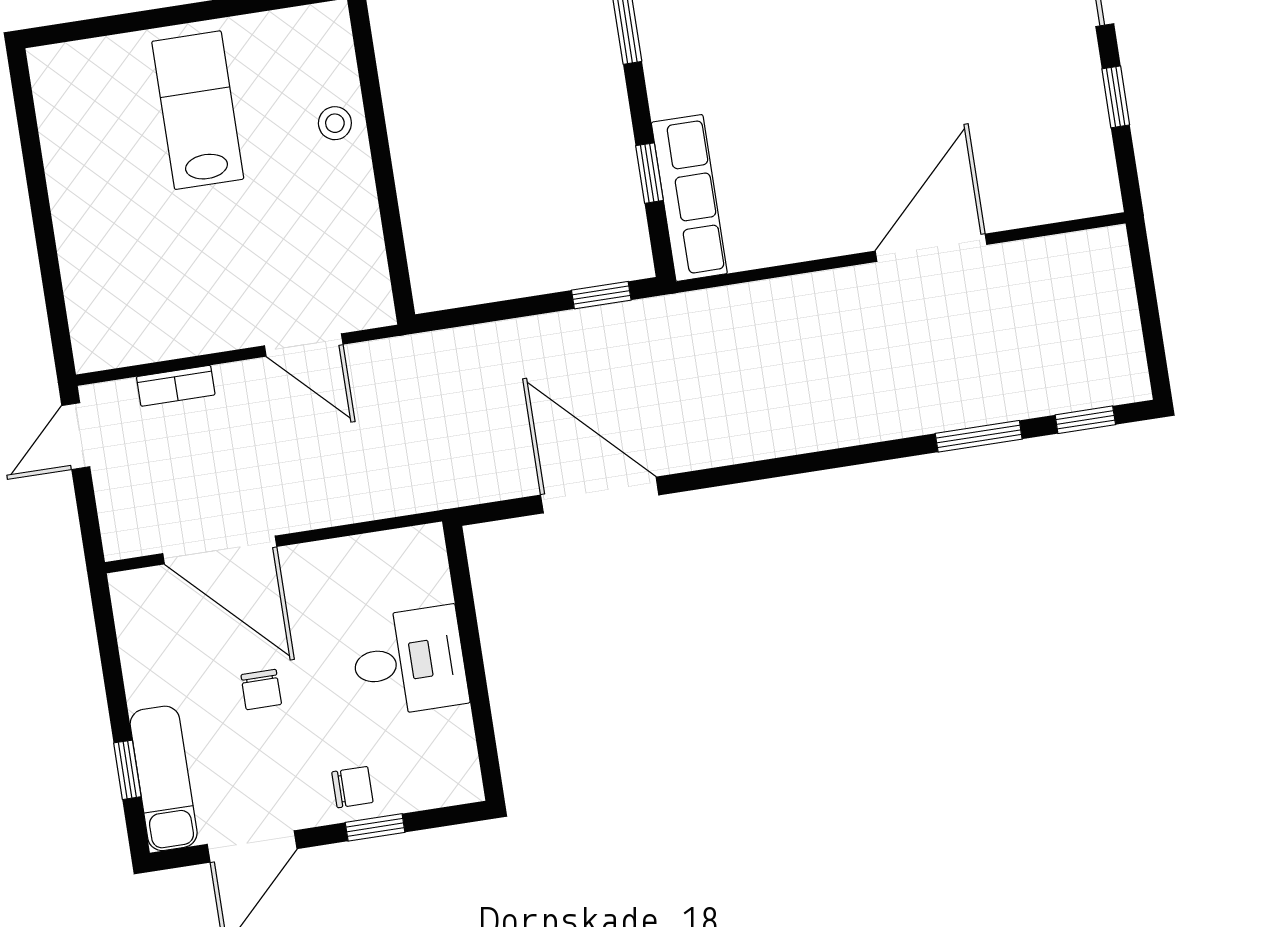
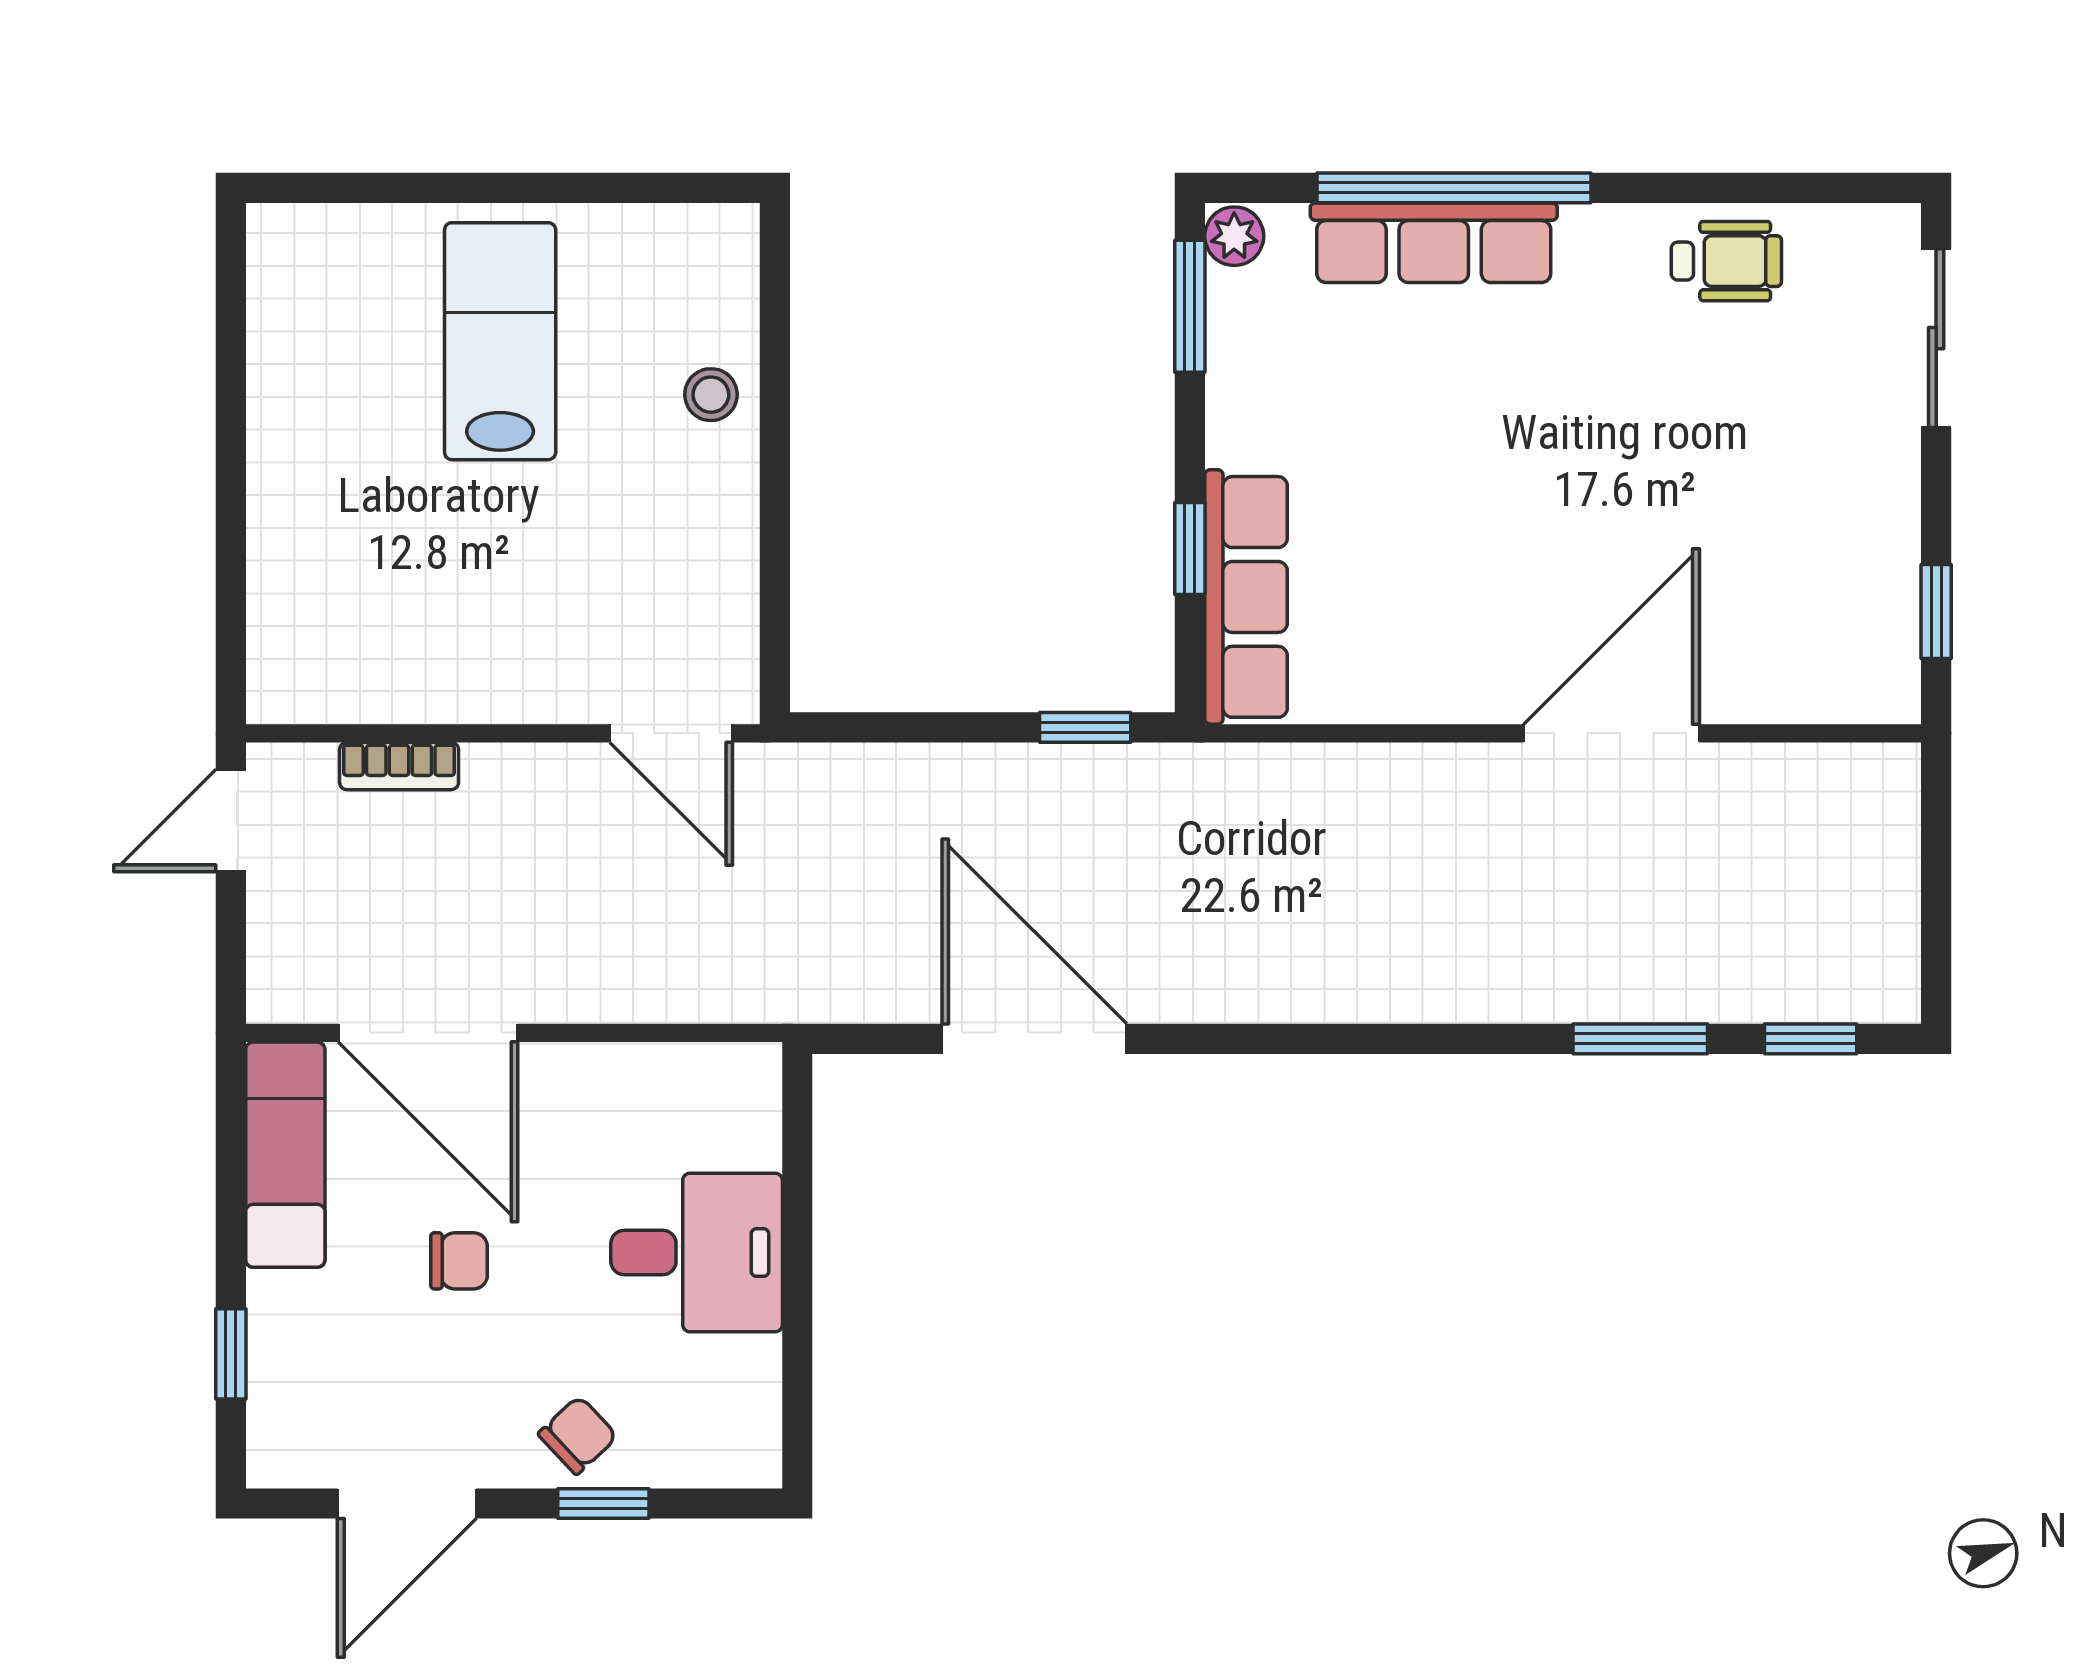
window: (1116, 97) -> (1936, 611), moved
door: (304, 345) -> (671, 733), moved
chair: (261, 690) -> (459, 1261), turned -90
exam couch: (164, 778) -> (285, 1155), moved
chair: (352, 787) -> (578, 1435), turned -43

